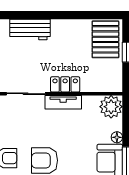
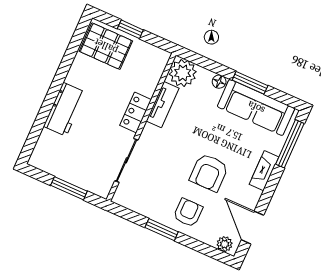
workbench: (30, 29) -> (65, 109), moved
tv unit: (63, 102) -> (163, 105), moved

